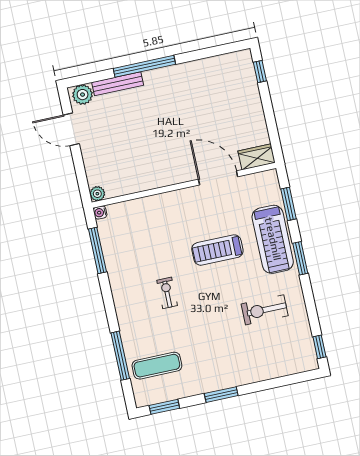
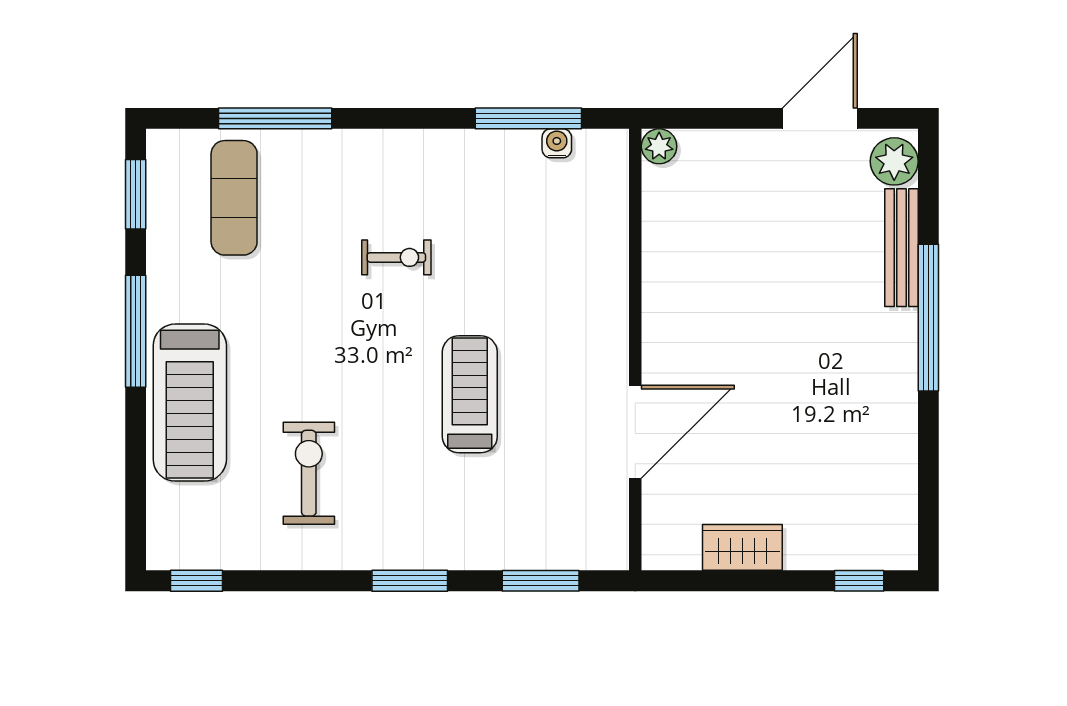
wardrobe: (257, 157) -> (742, 547), moved, turned -90
water cooler: (100, 212) -> (557, 143), moved
treadmill: (273, 239) -> (190, 403), moved, turned -90
window: (221, 395) -> (136, 331), width x1.44

